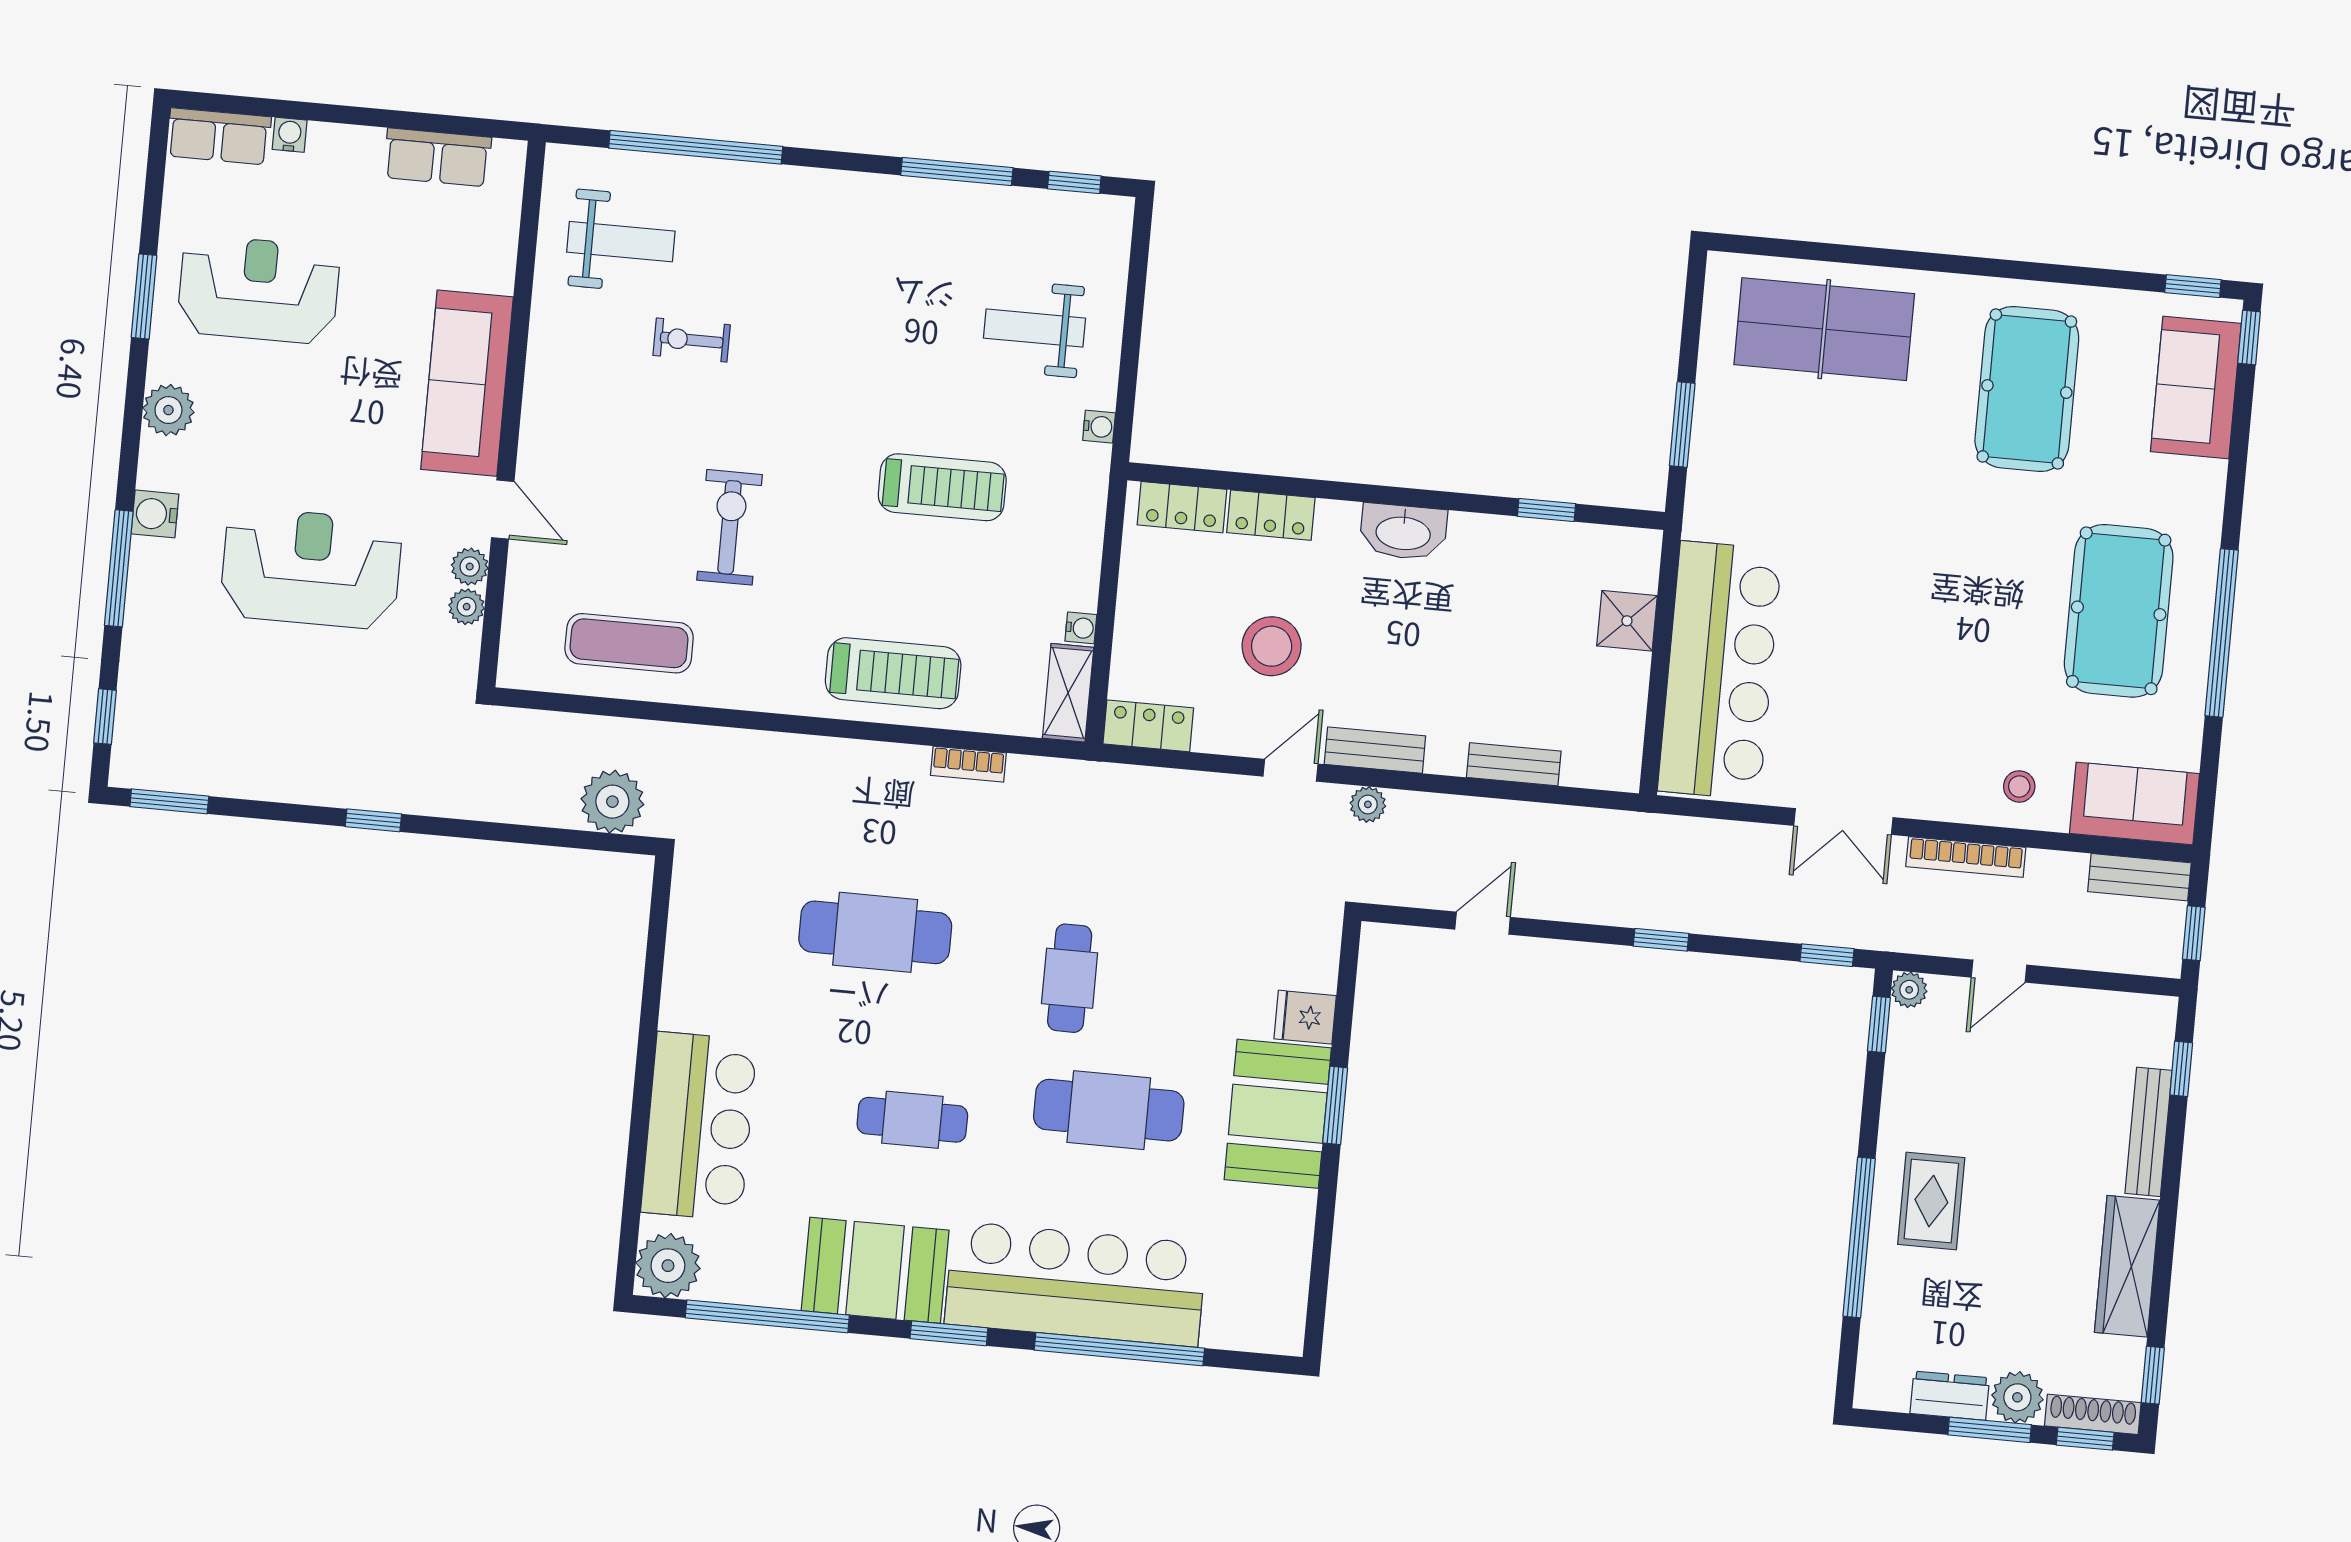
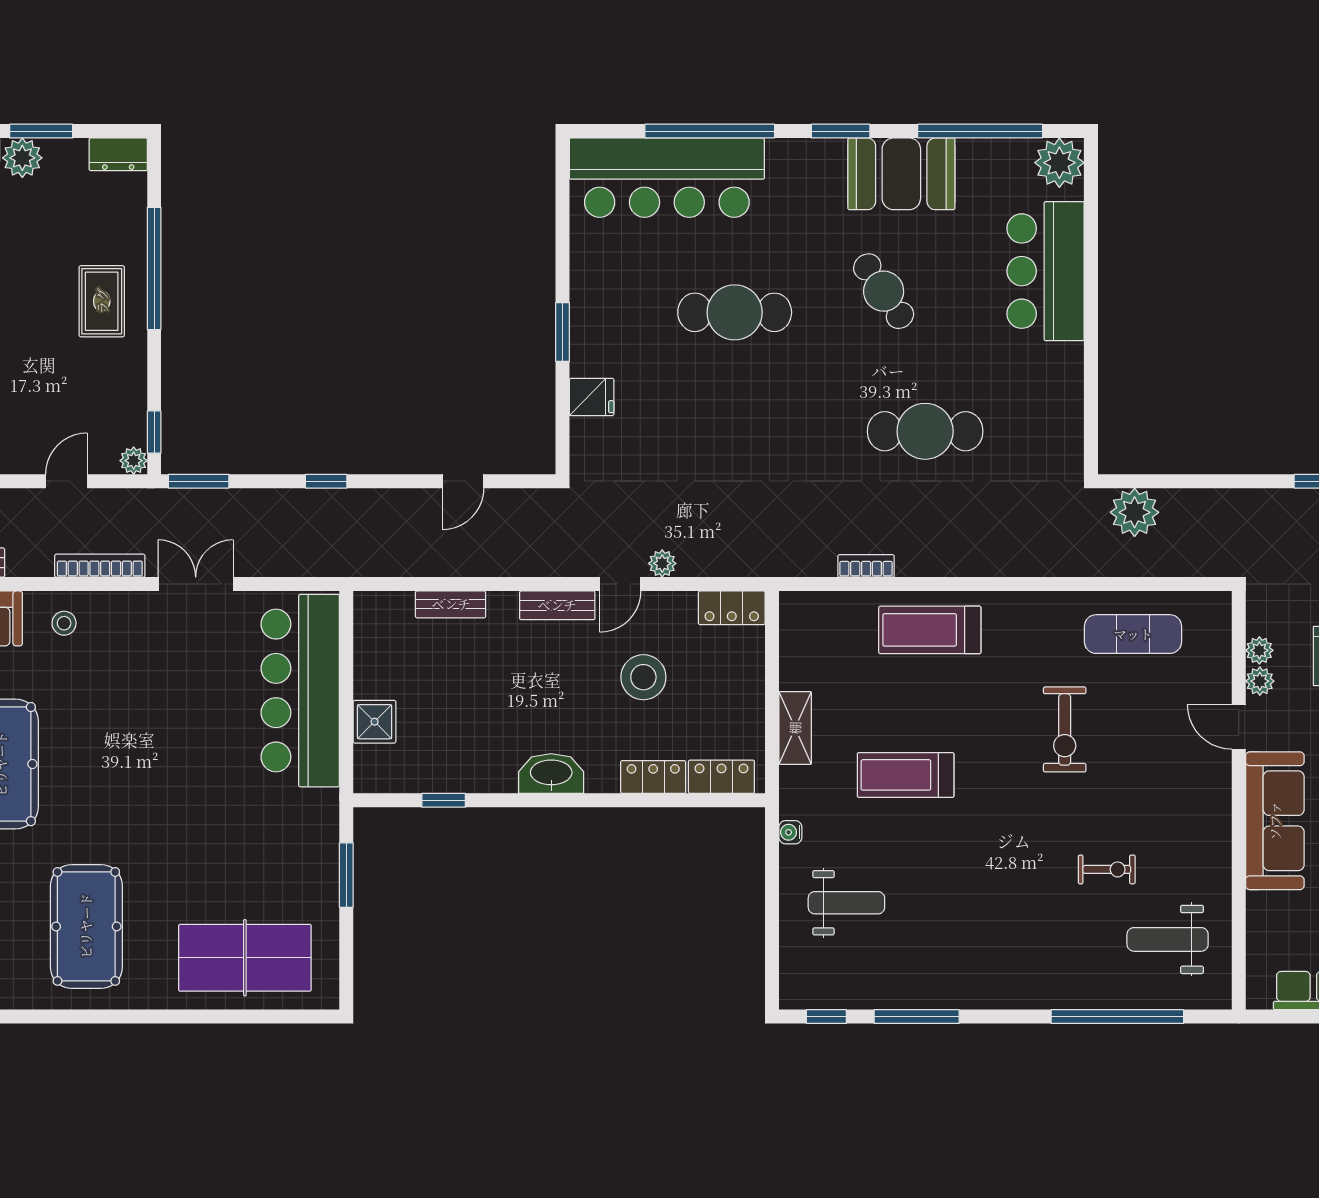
water cooler: (1081, 628) -> (790, 678), removed
shelving: (1068, 693) -> (795, 728), moved
plant: (1368, 804) -> (662, 563), moved
window: (1827, 955) -> (199, 481), width x1.50
cafe table: (1070, 978) -> (774, 410), removed
booth: (1278, 1114) -> (606, 322), removed
cafe table: (912, 1120) -> (884, 291), turned 56
bar counter: (1076, 1284) -> (667, 178), moved
dresser: (1950, 1396) -> (118, 154), moved

